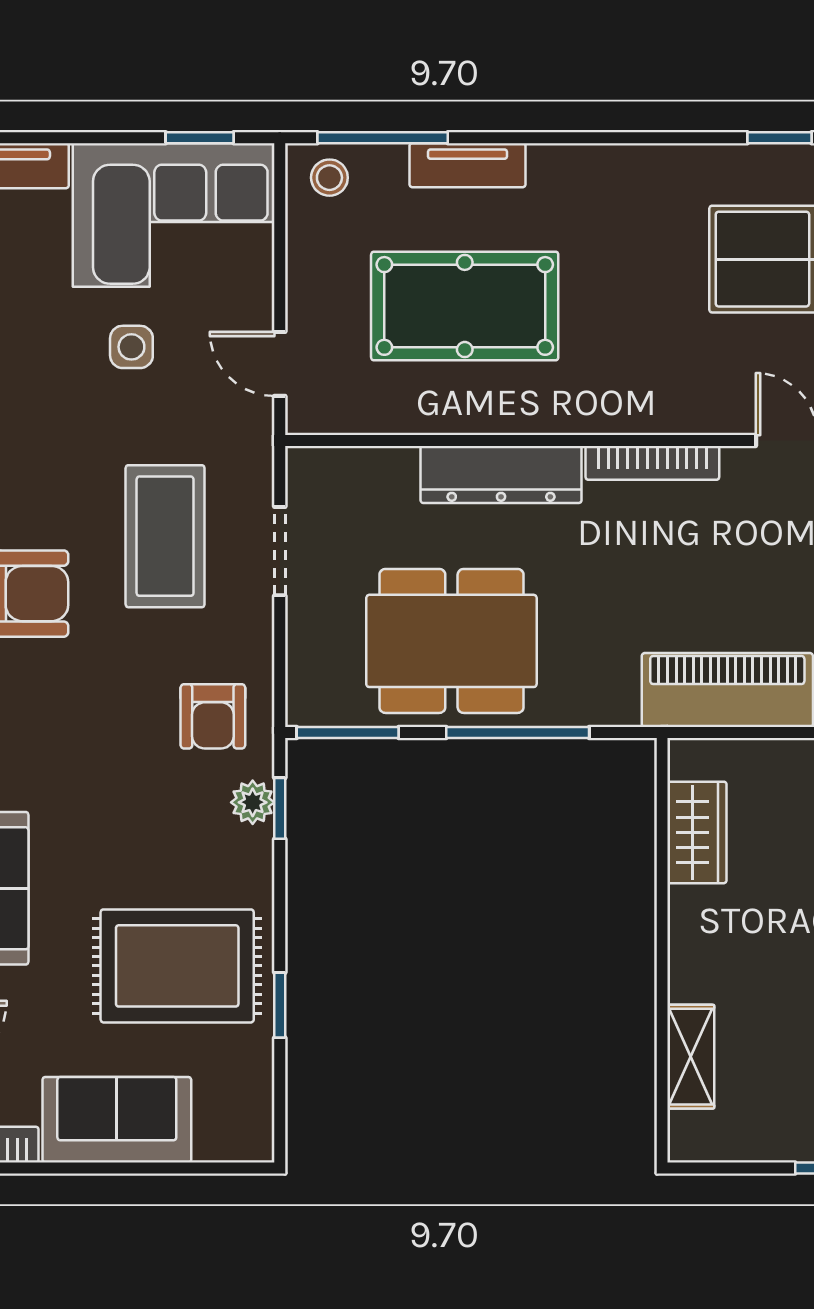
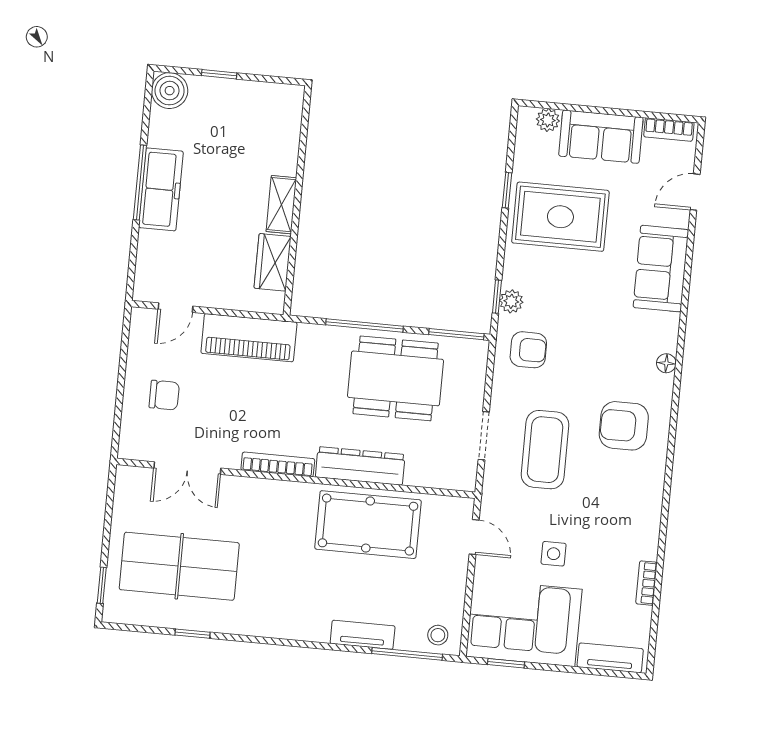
pool table: (465, 306) -> (368, 525), moved
armchair: (213, 716) -> (528, 350), turned 90
shelving: (691, 1057) -> (281, 205), moved
plant: (217, 1141) -> (548, 120), added

